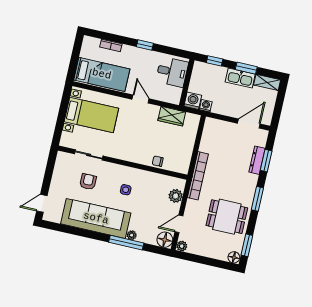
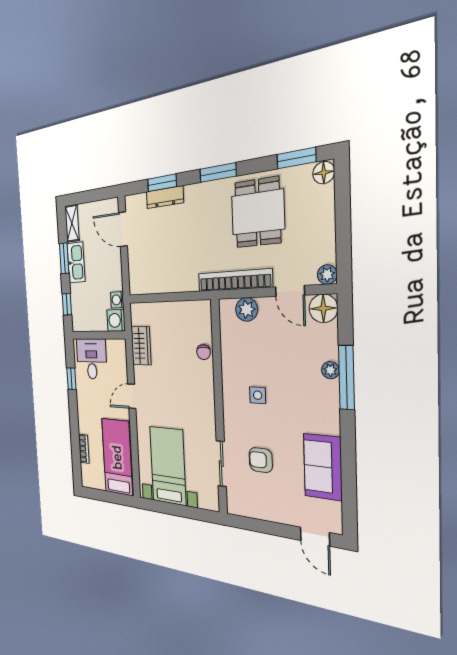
window: (145, 45) -> (71, 379), moved
bookcase: (198, 176) -> (235, 280), moved
sofa: (96, 218) -> (323, 467), width x0.54, depth x0.79

